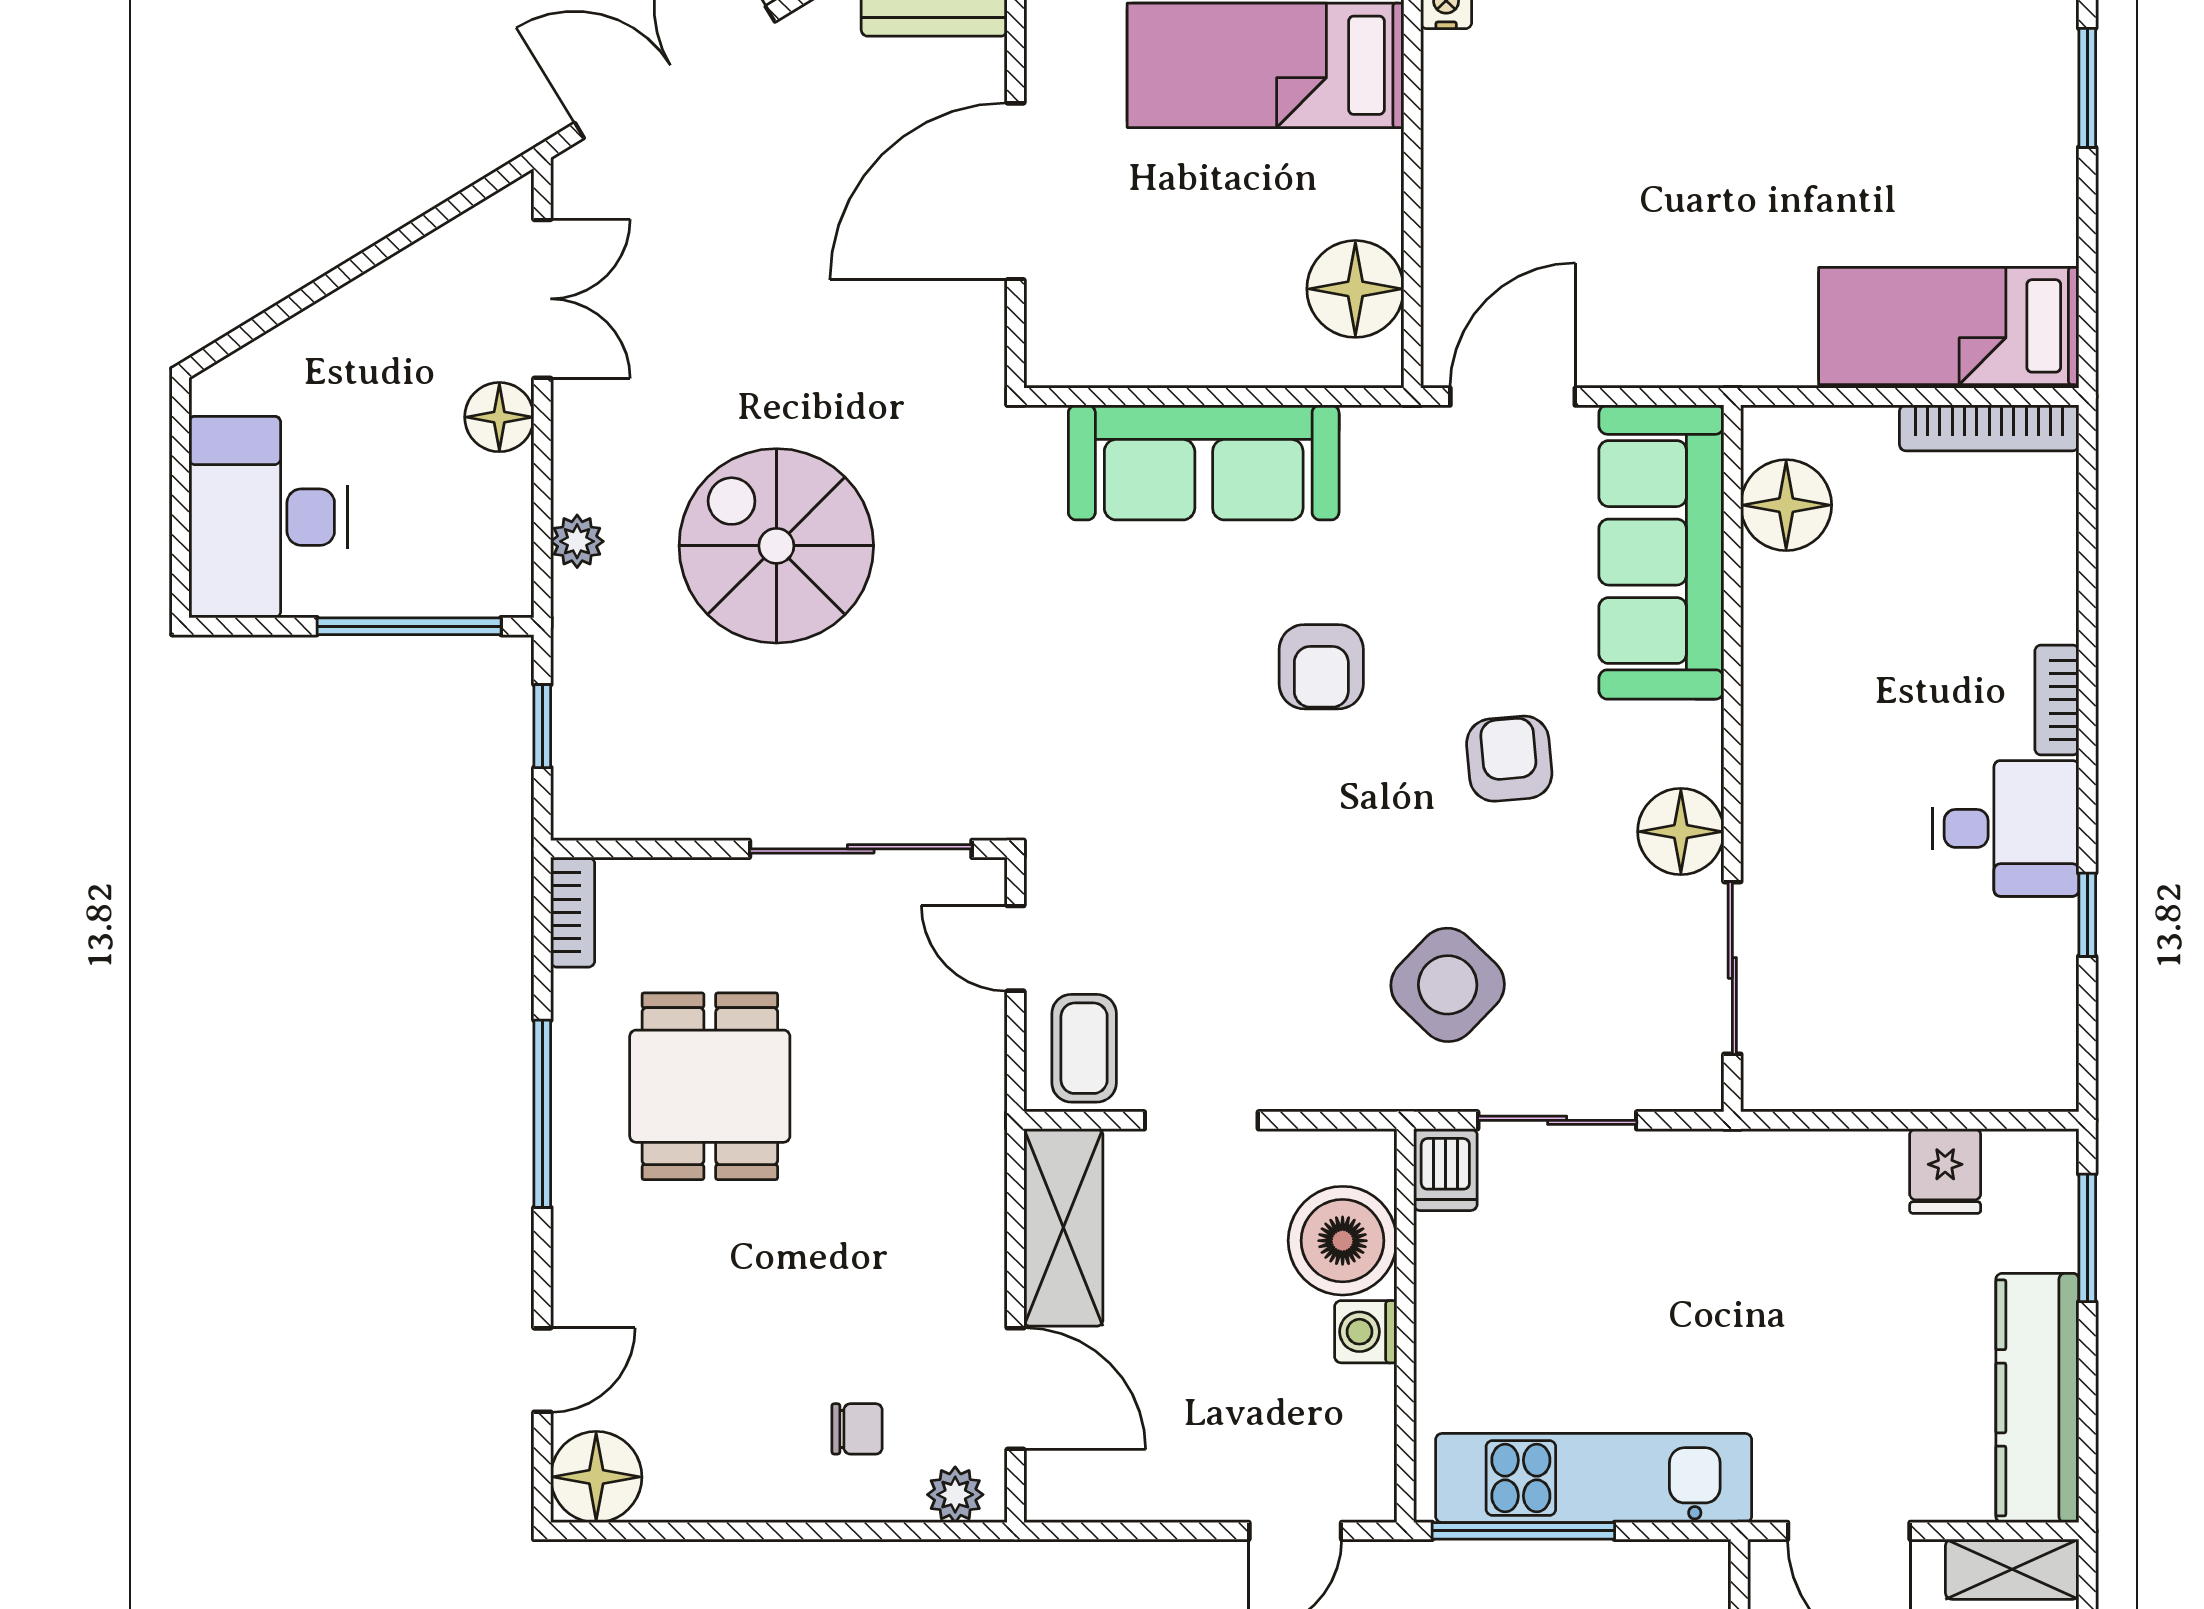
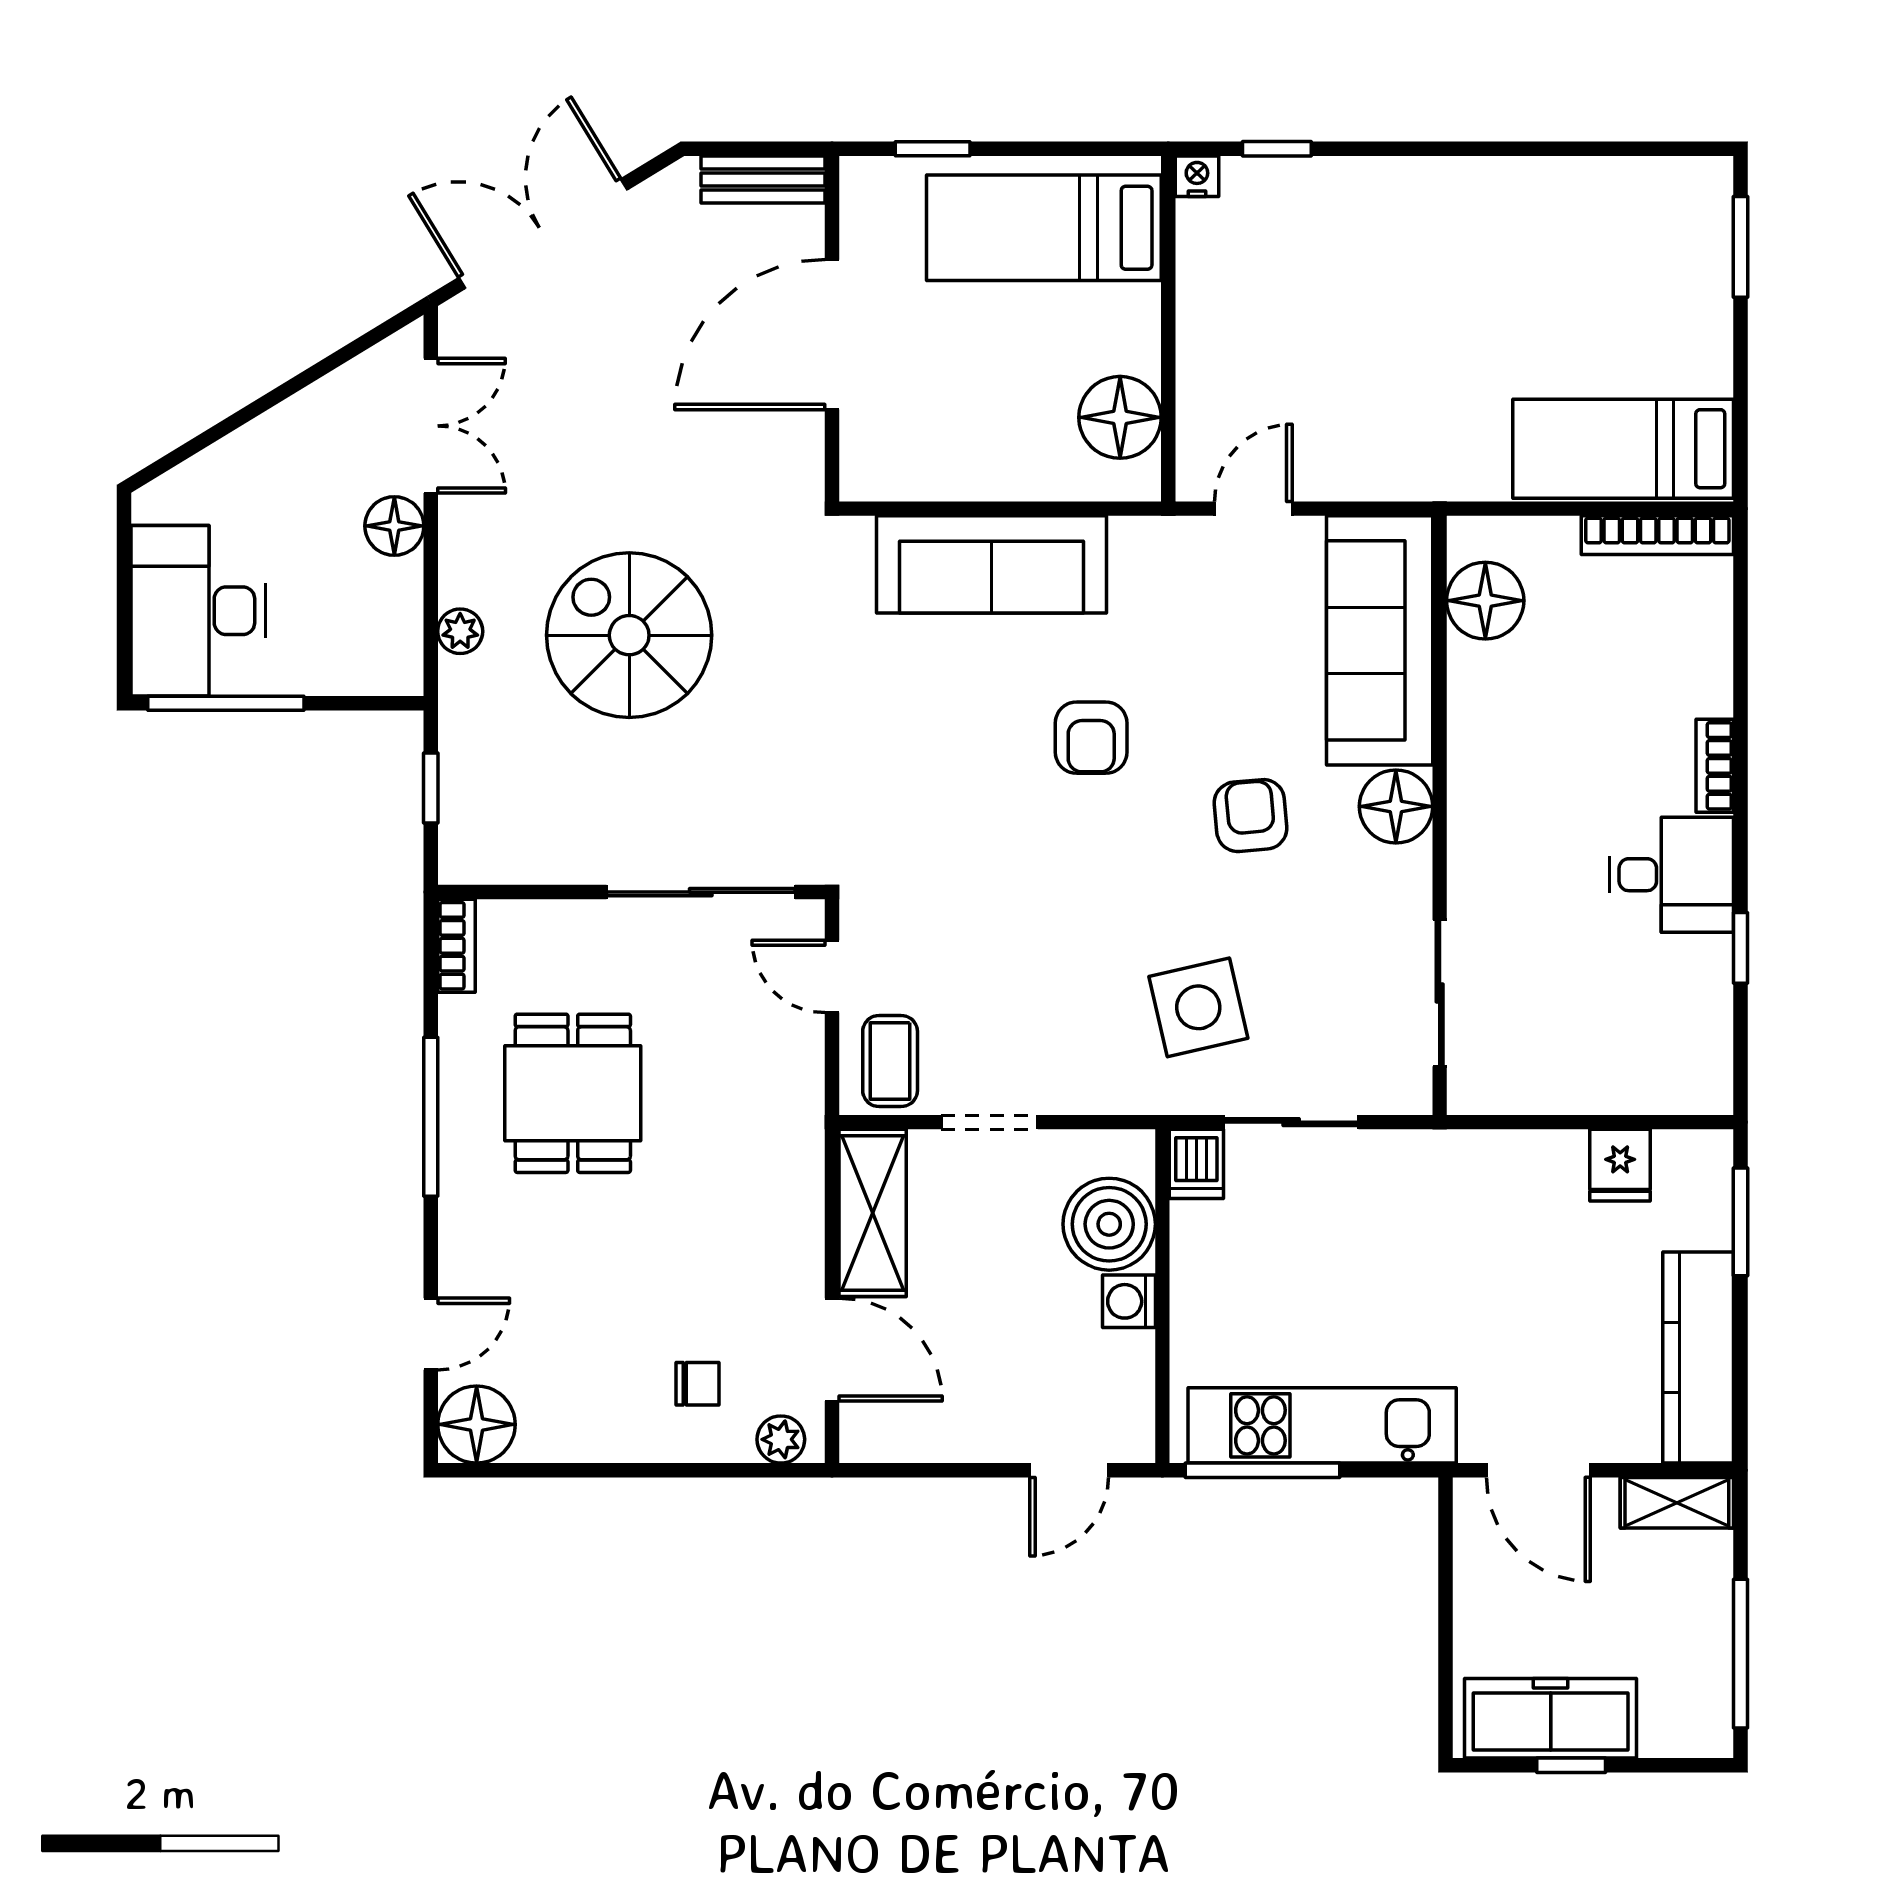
door: (1513, 397) -> (1253, 509), width x0.73
window: (409, 626) -> (226, 703), moved
floor lamp: (1681, 832) -> (1396, 806), moved
side table: (1448, 985) -> (1198, 1007), turned 33

